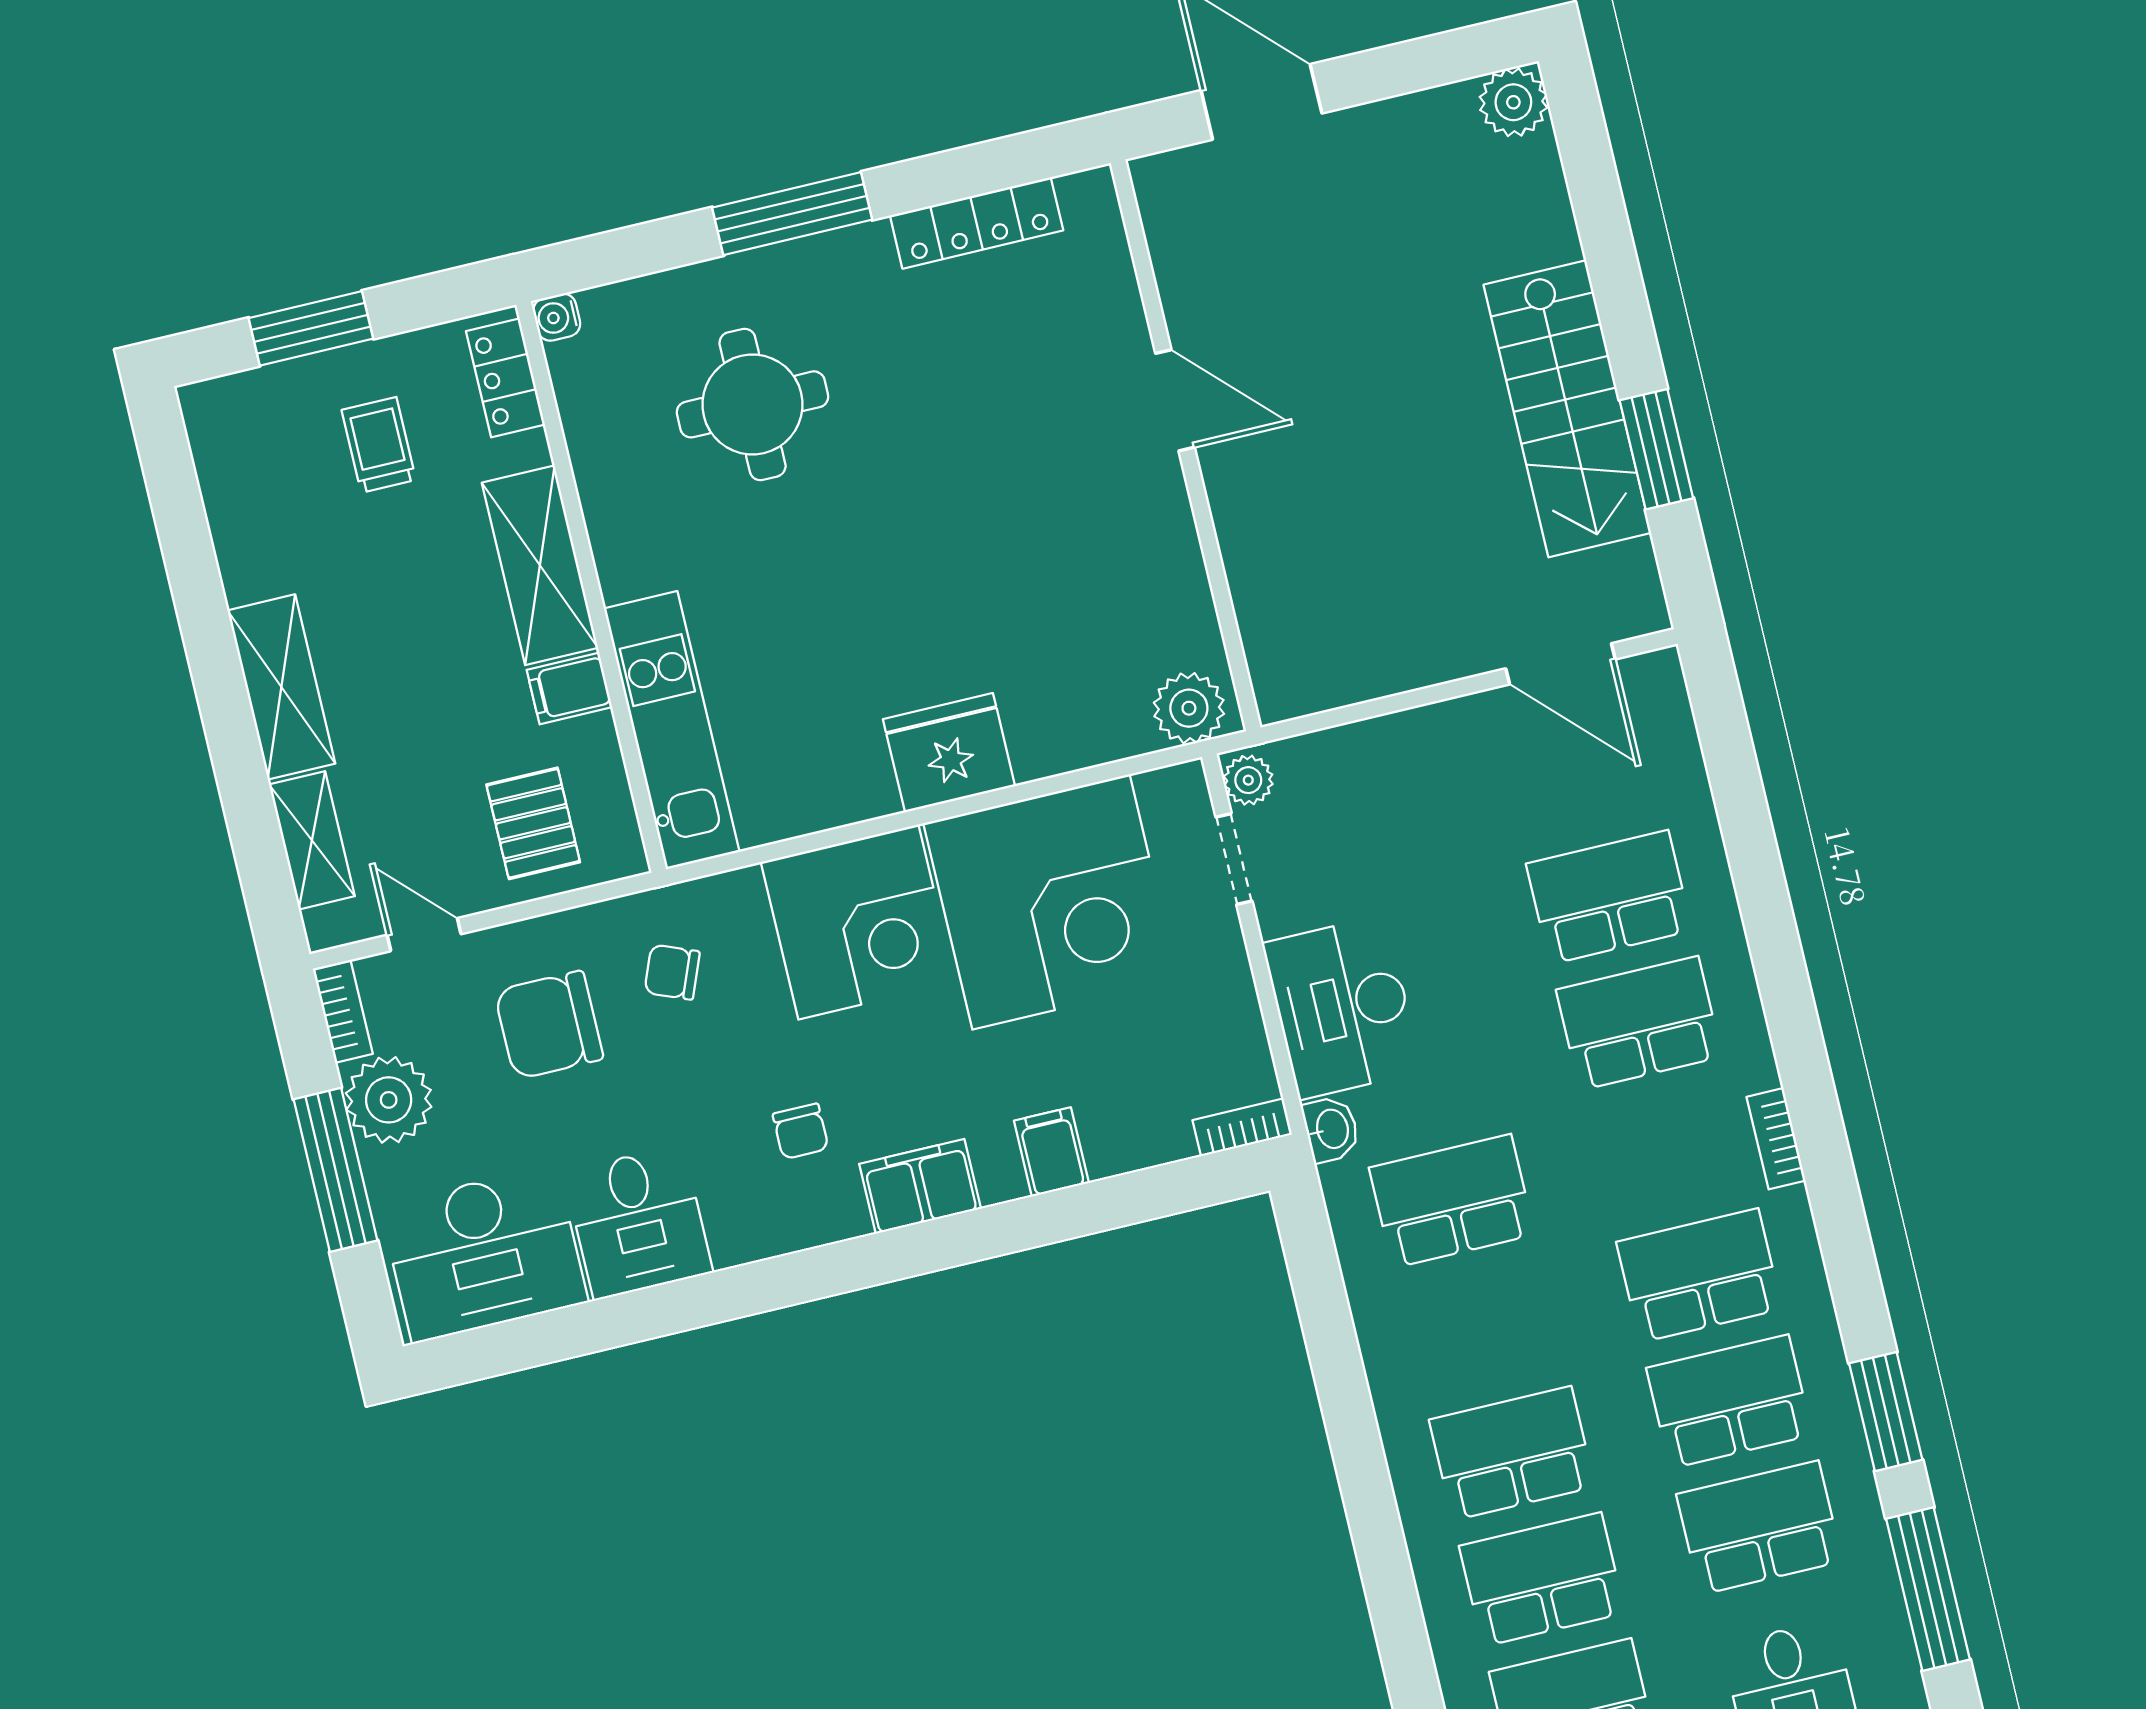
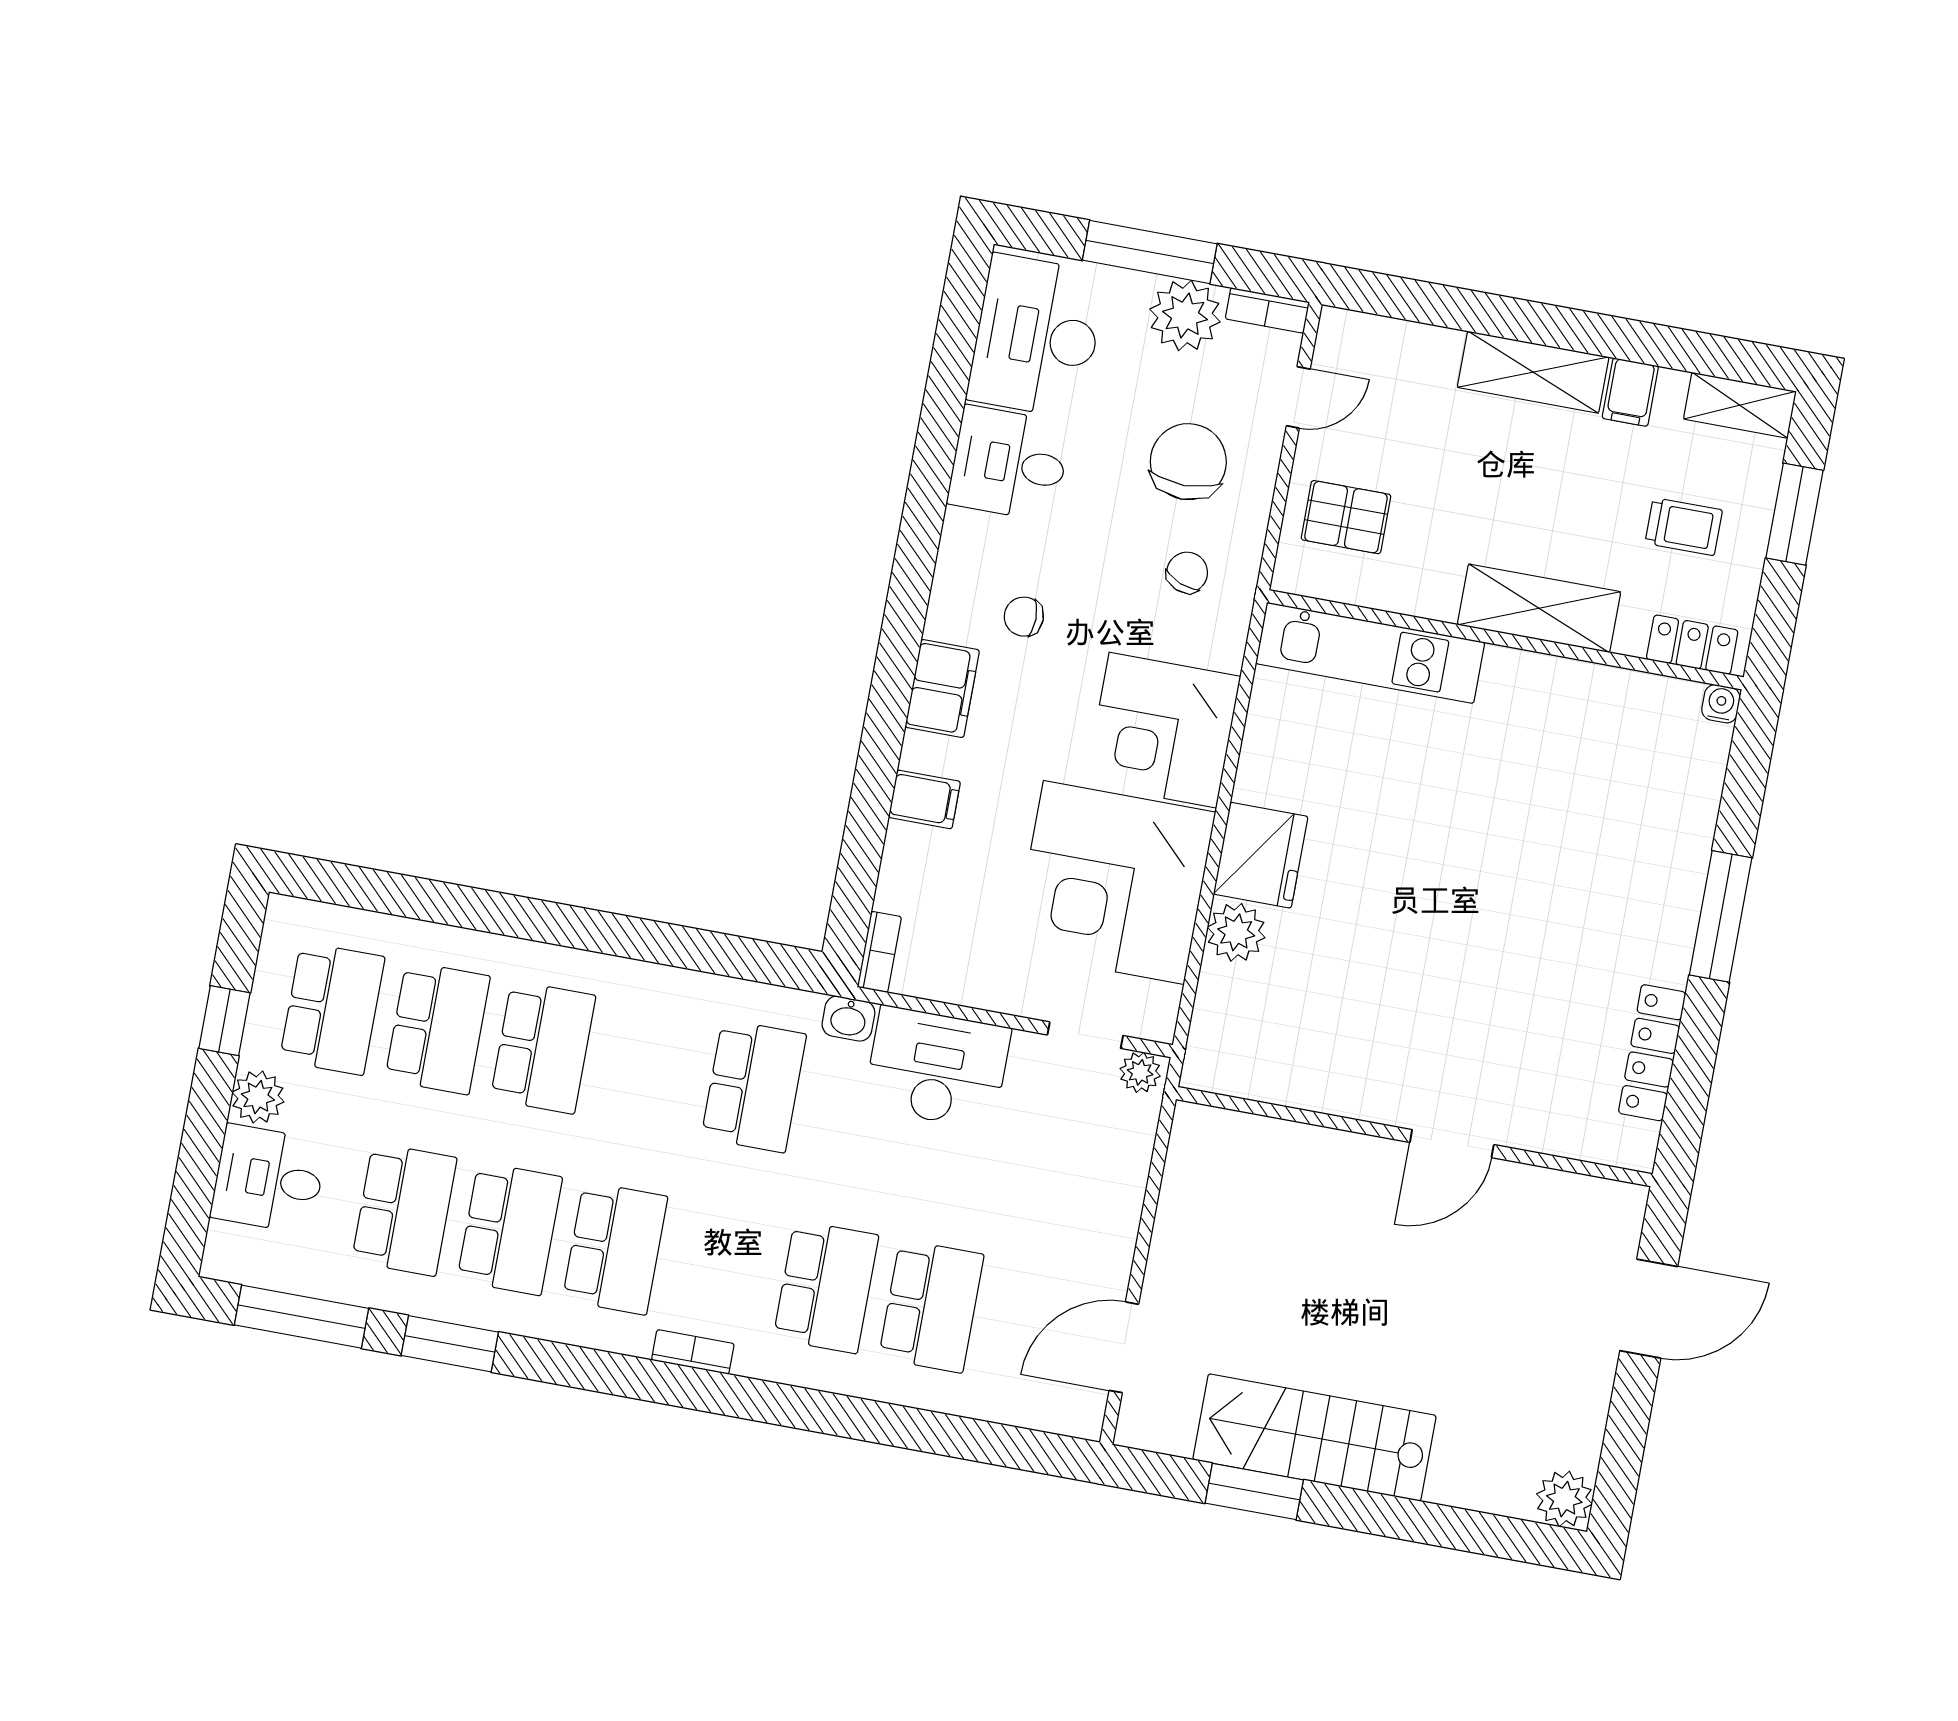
round table: (753, 404) -> (1590, 823), removed
filing cabinet: (569, 688) -> (1630, 392), moved, turned 180
plant: (1189, 708) -> (1236, 932), moved
shelving: (312, 840) -> (1740, 405), moved

